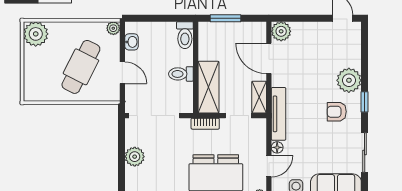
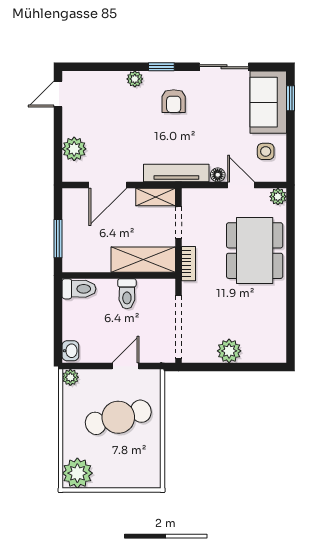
plant: (281, 31) -> (74, 149), moved
washbasin: (132, 42) -> (70, 351), moved, turned 90
cafe table: (81, 67) -> (118, 417), turned -42
plant: (349, 80) -> (135, 79), width x0.53, depth x0.53

